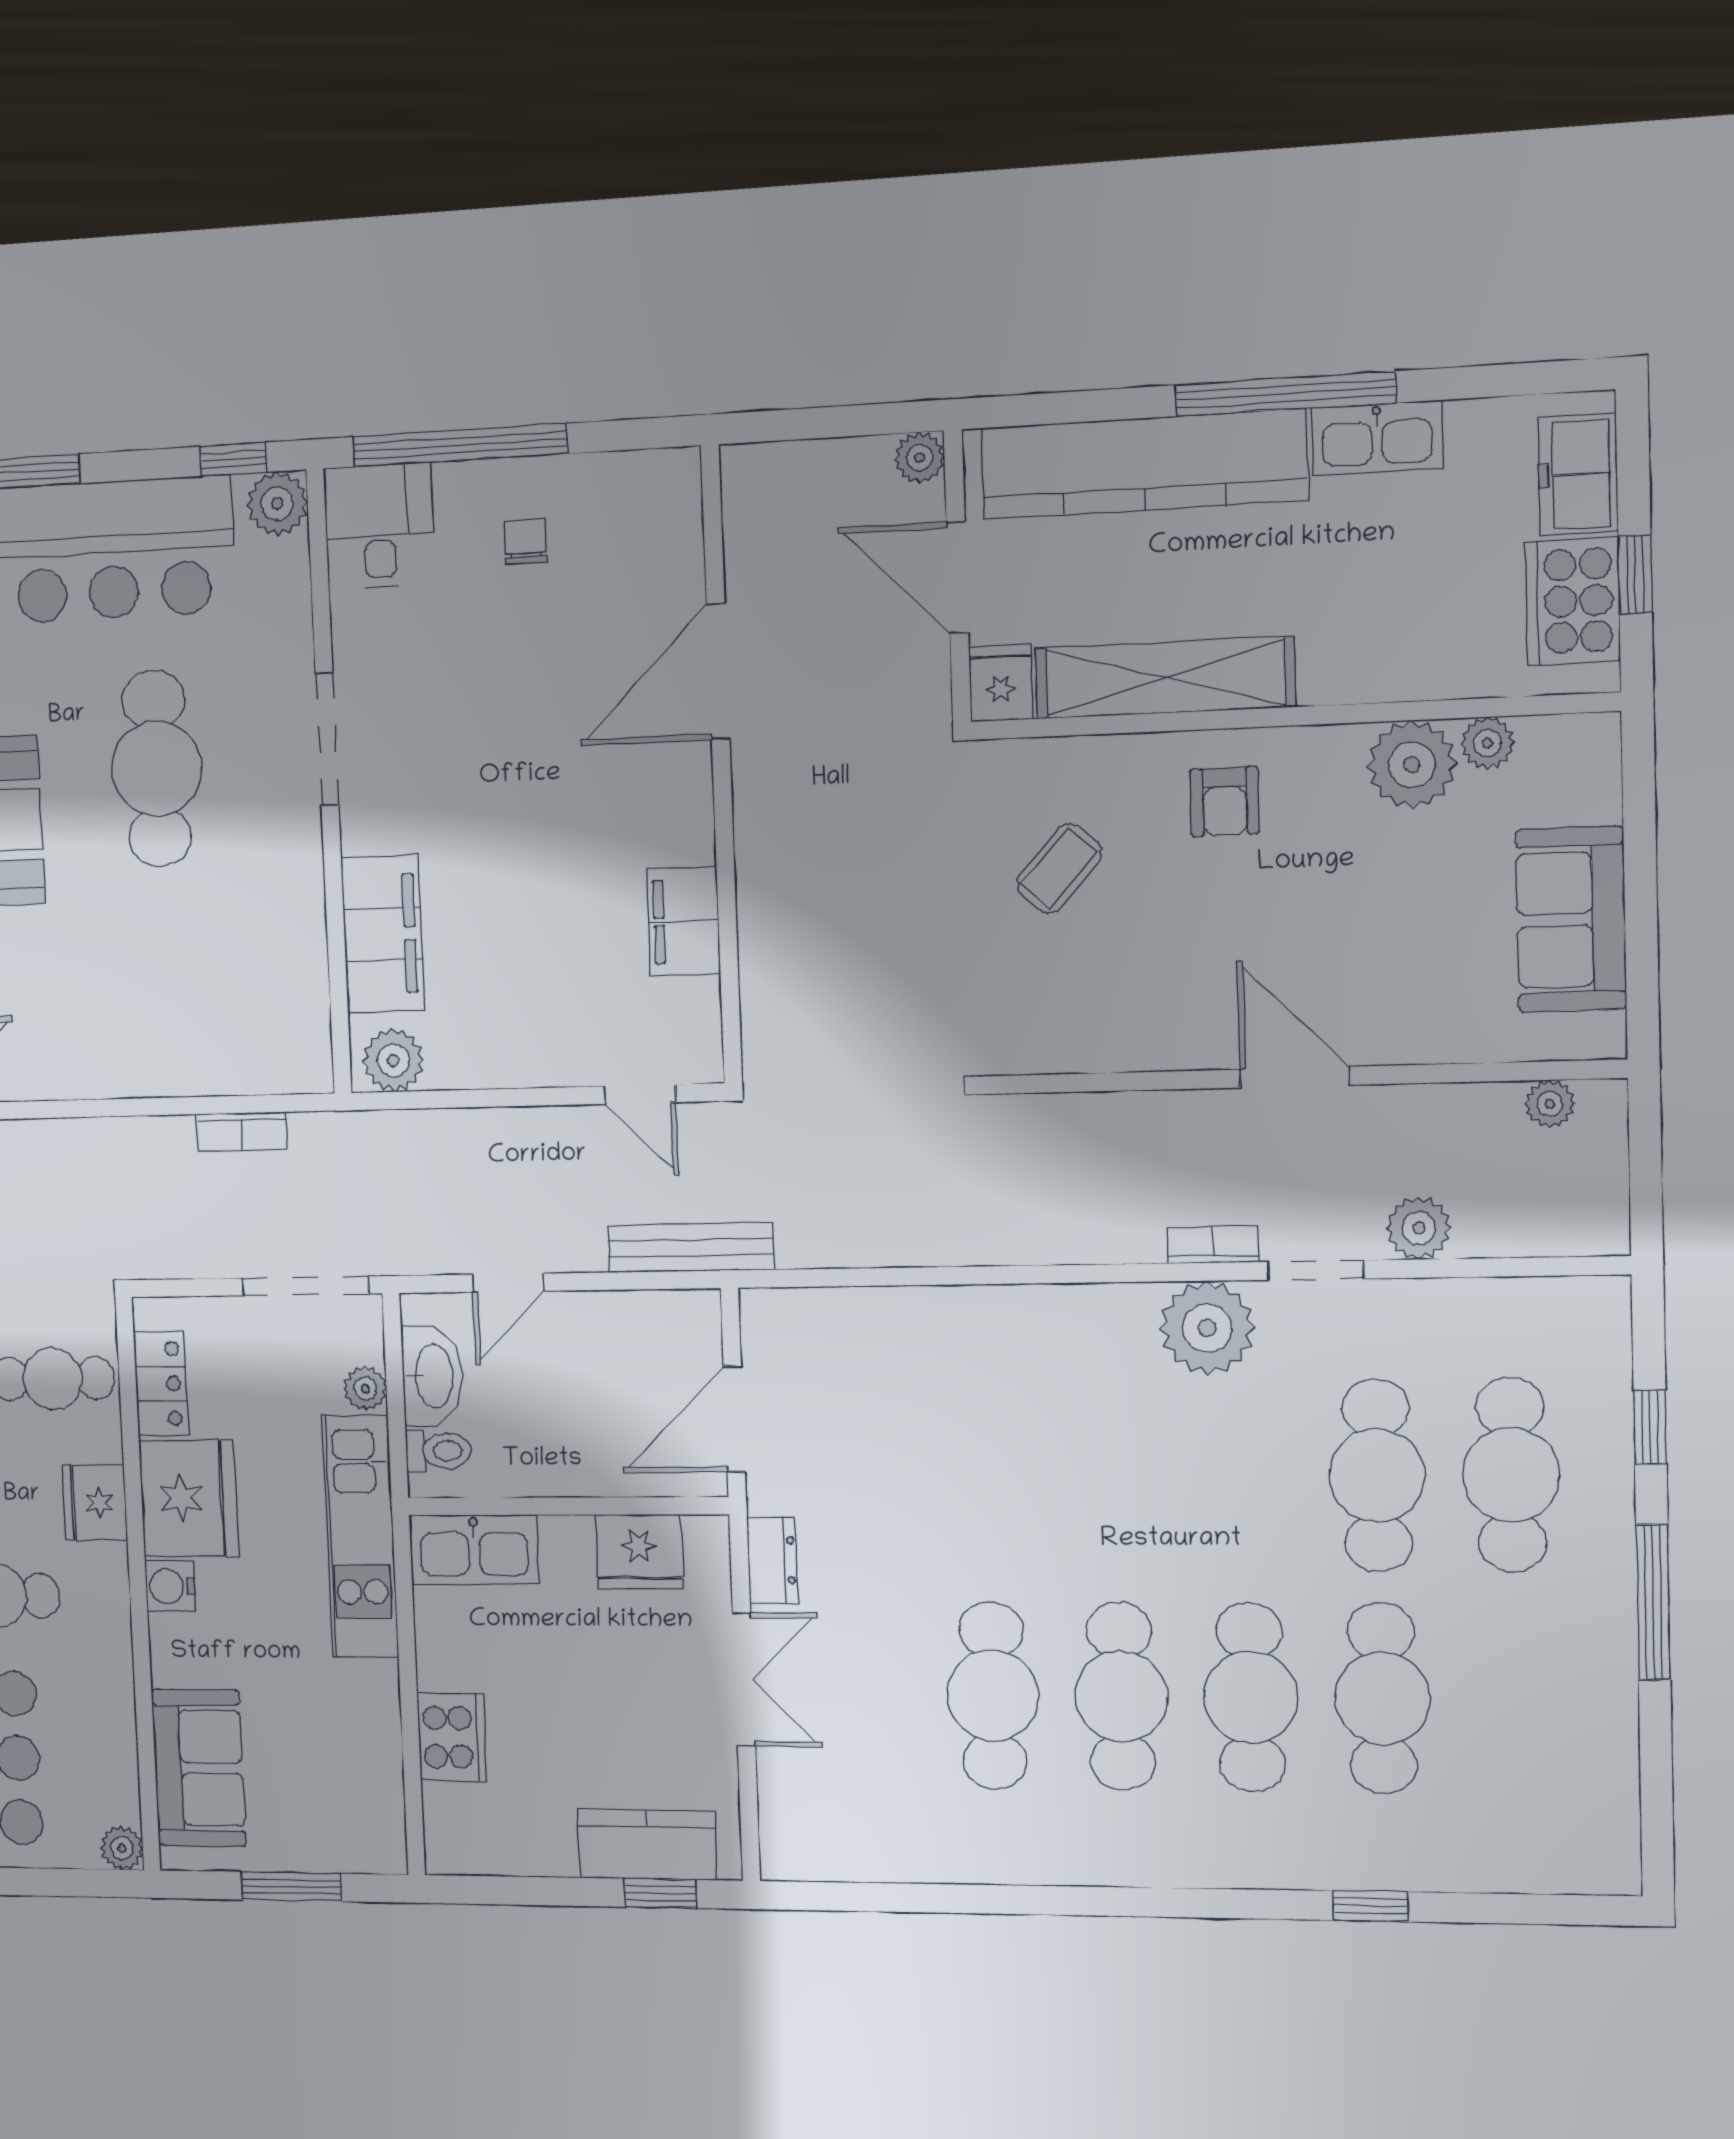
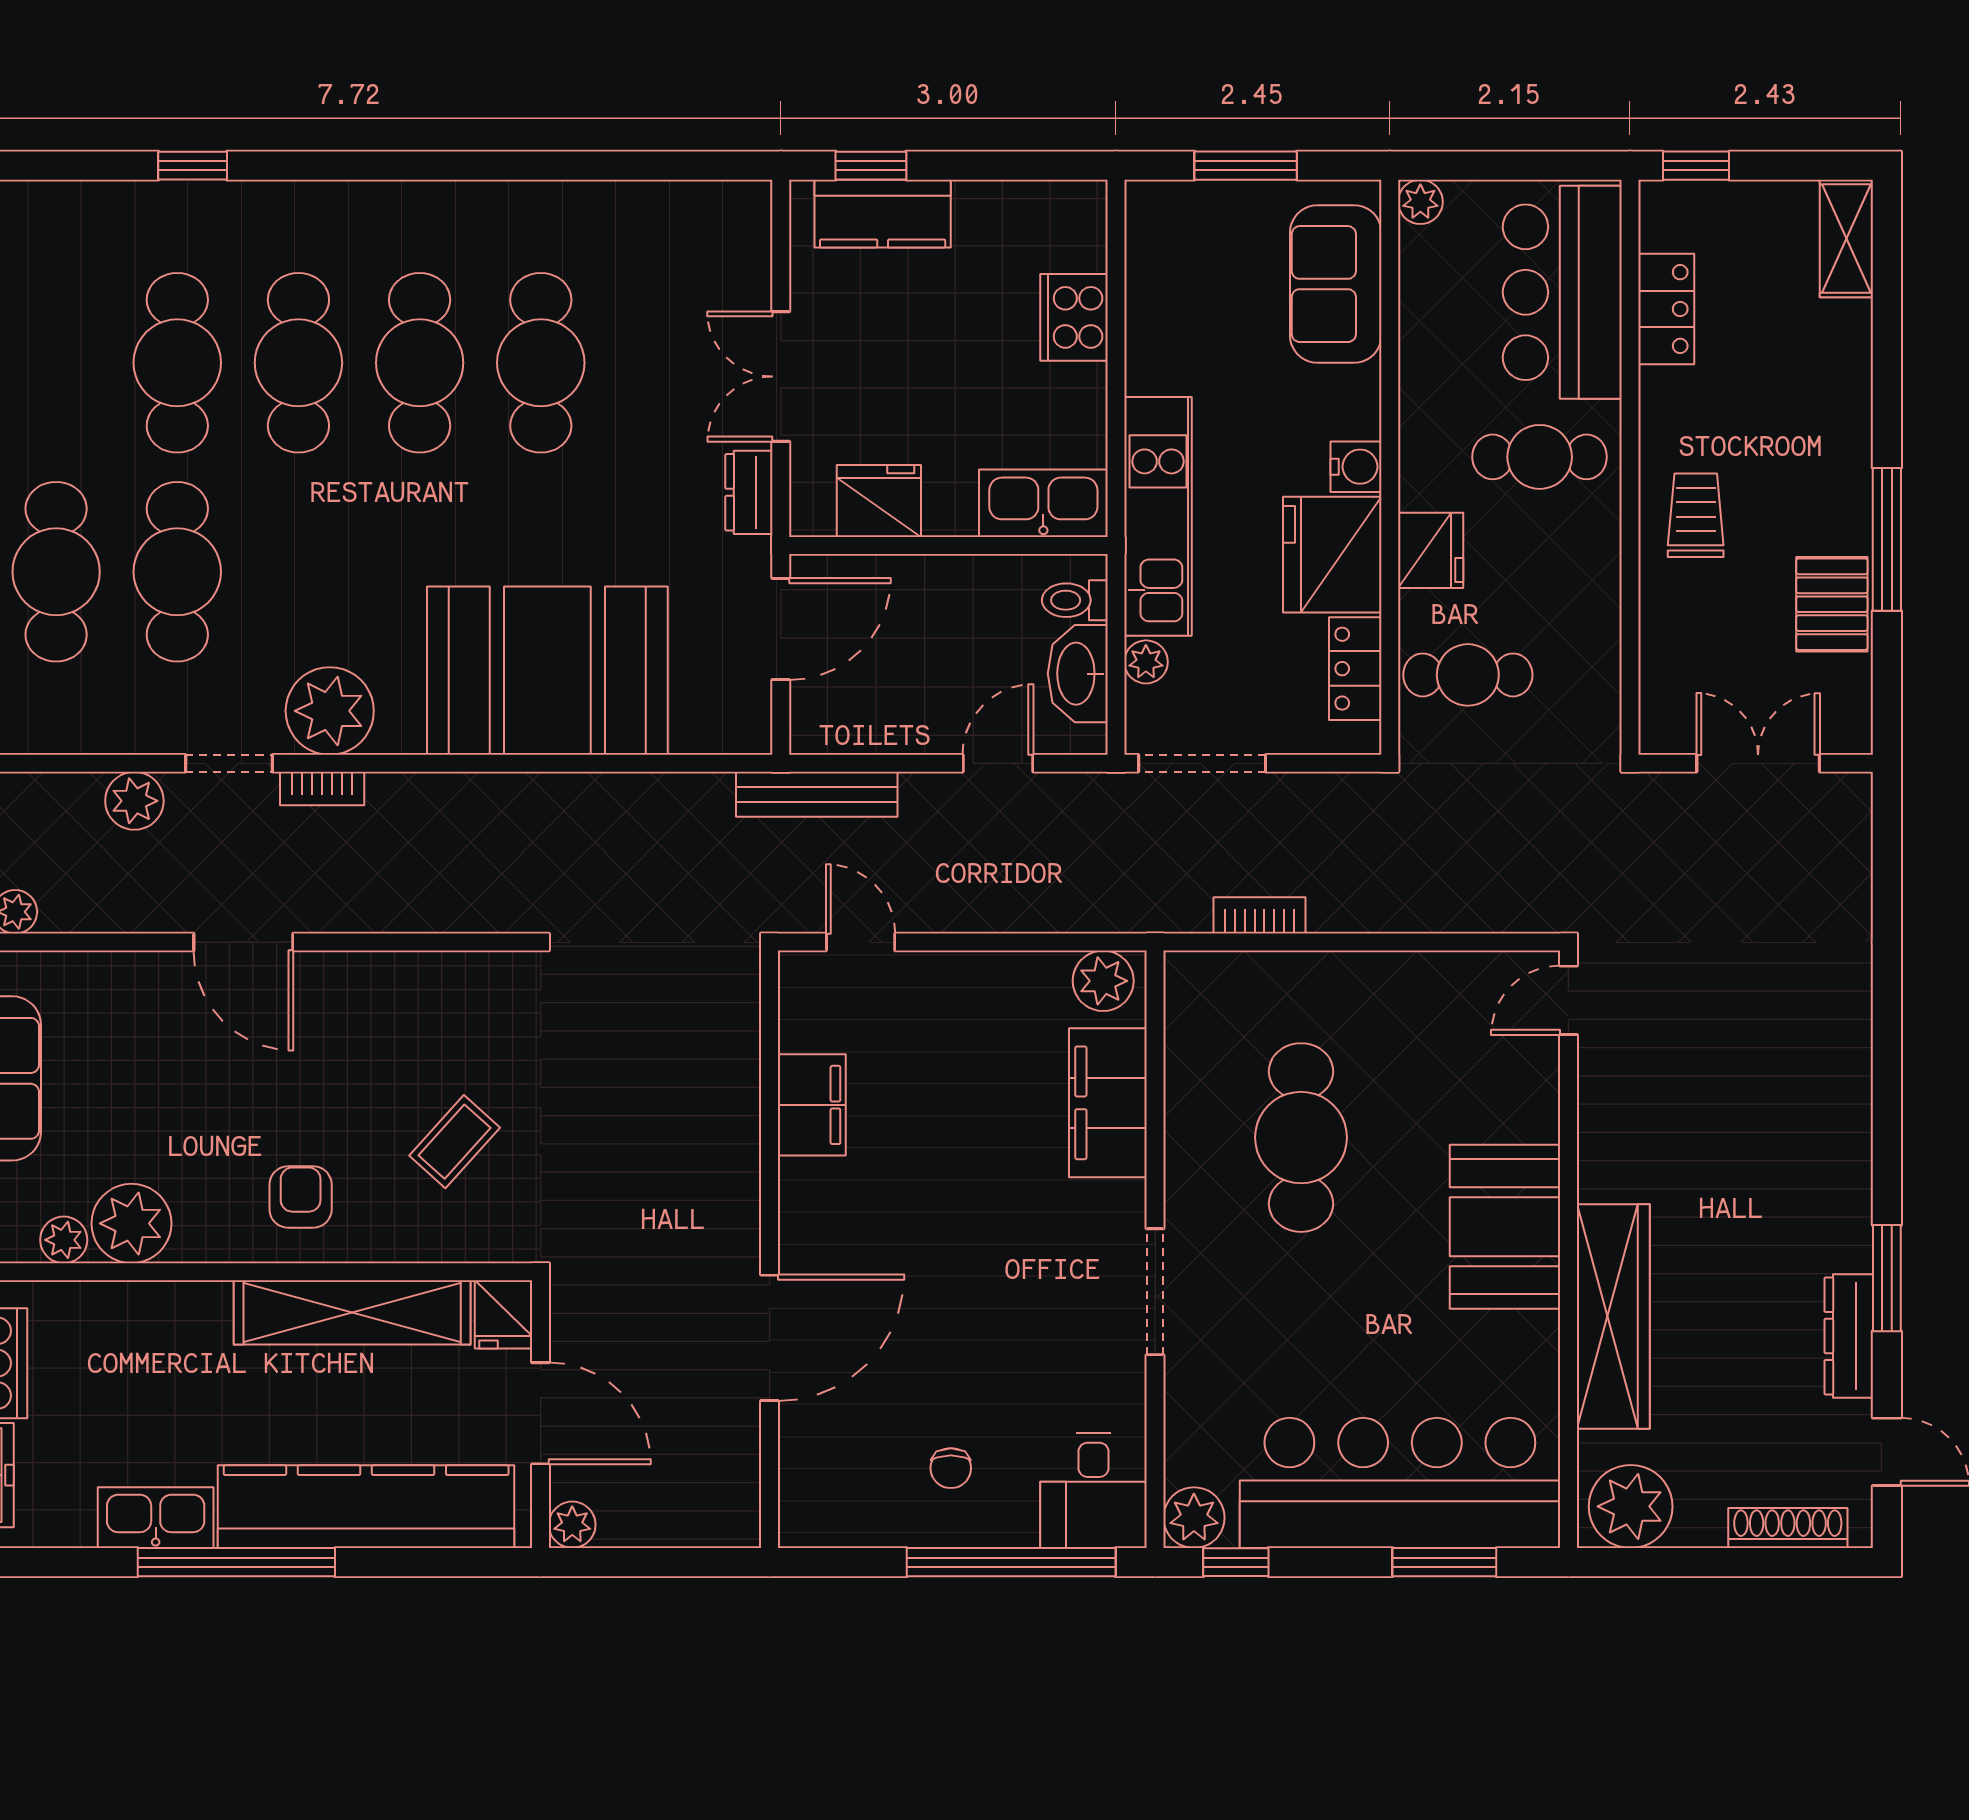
cafe table: (157, 769) -> (1301, 1138), moved
booth: (976, 1373) -> (547, 671), added

